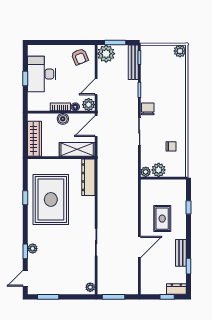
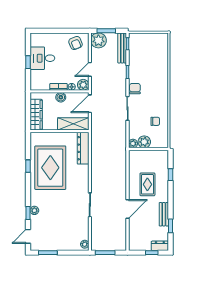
plant: (180, 51) -> (163, 38), removed
desk: (42, 74) -> (42, 58), width x0.73

